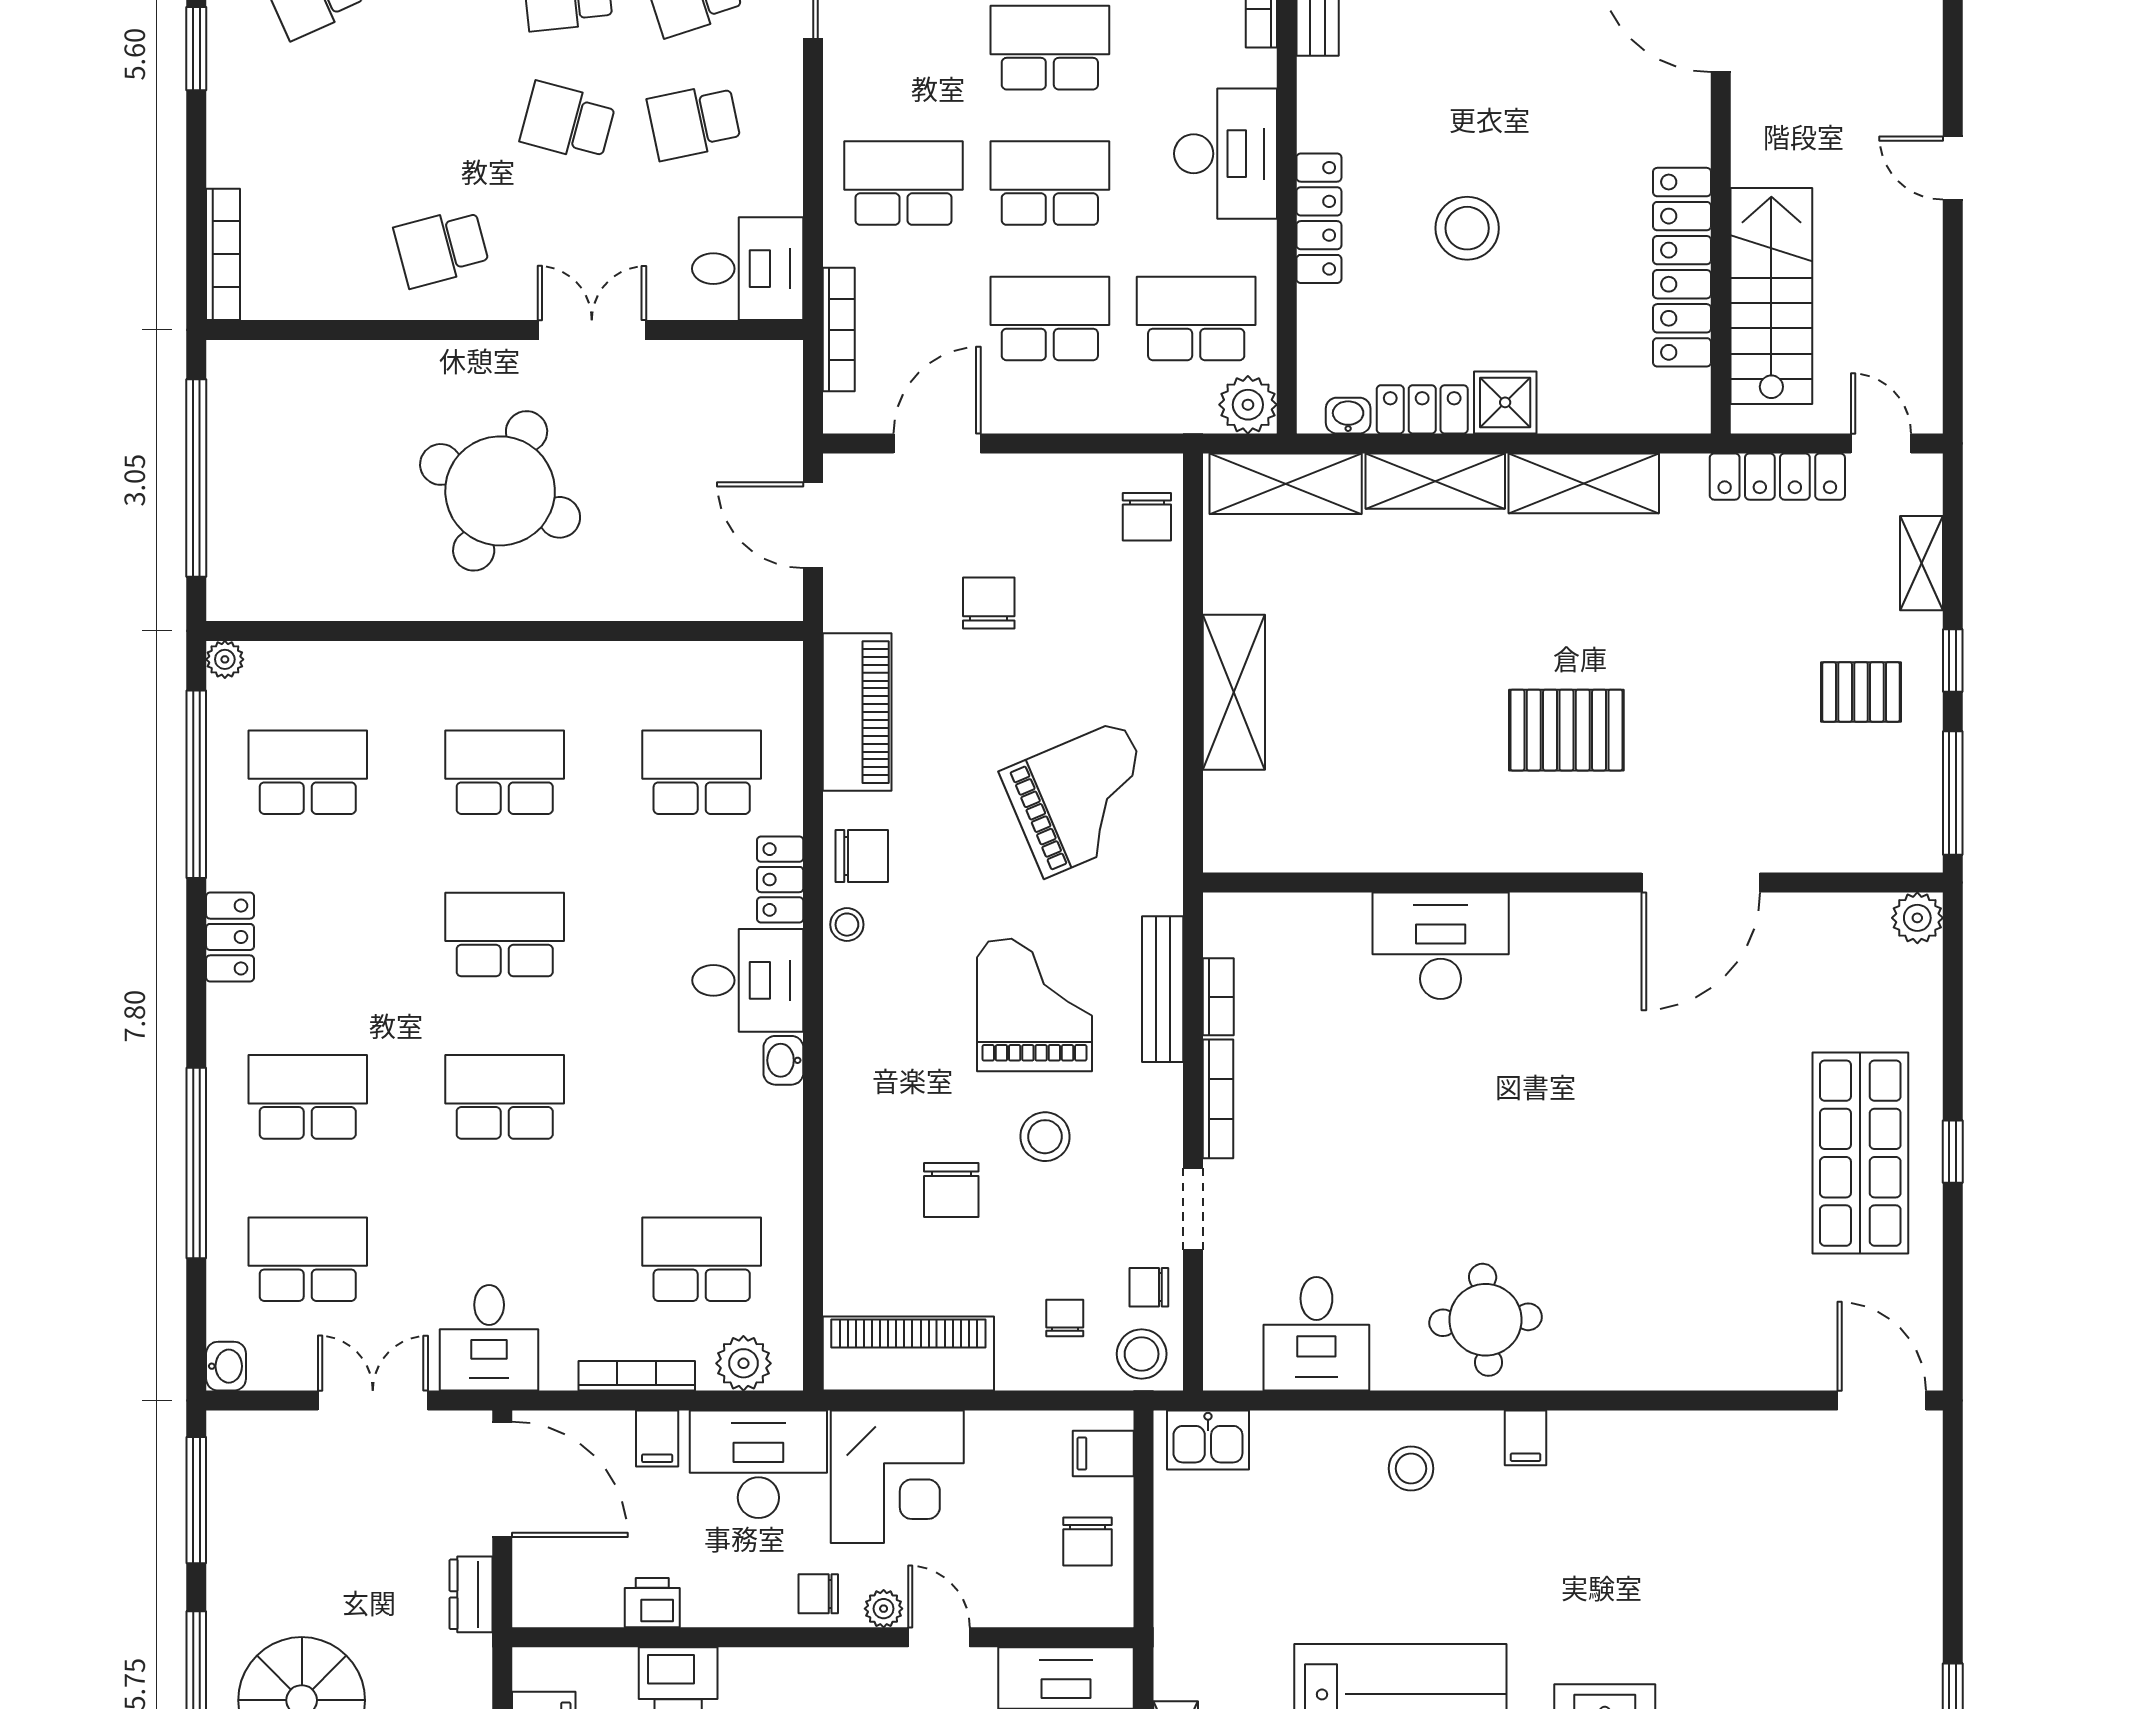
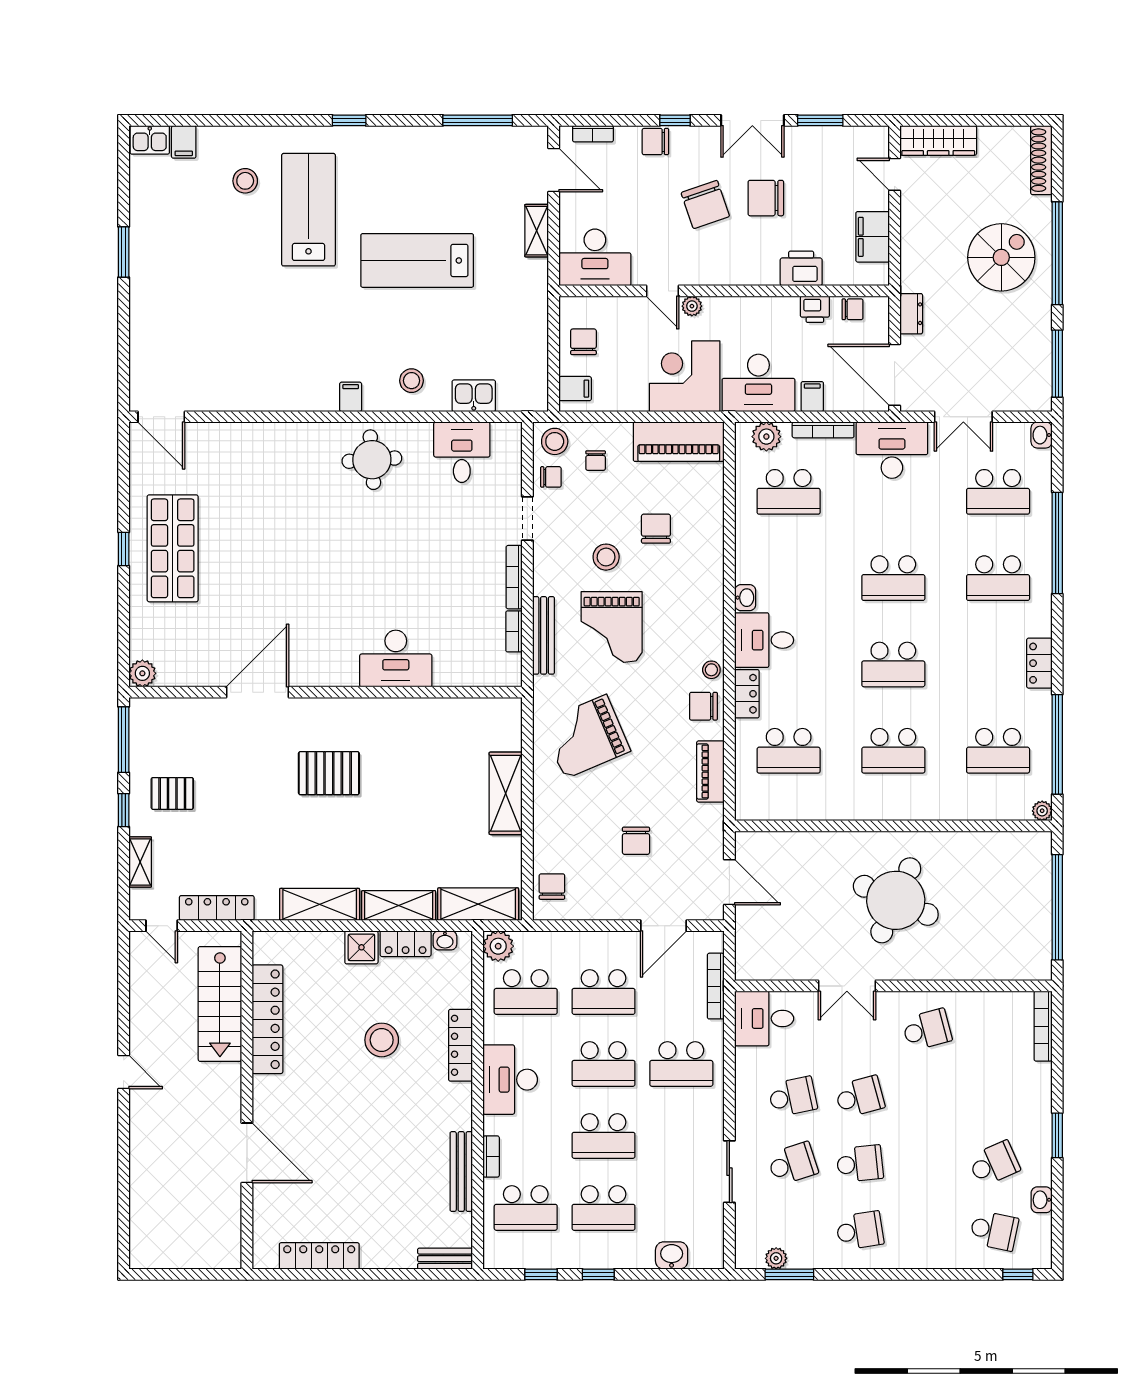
school desk: (568, 122) -> (860, 1097), turned -30
piano: (857, 712) -> (710, 771), width x0.73, depth x0.75
desk: (489, 1338) -> (892, 450), width x1.37
kitchen sink: (1208, 1440) -> (474, 396), moved
chair: (818, 1594) -> (853, 309), moved

